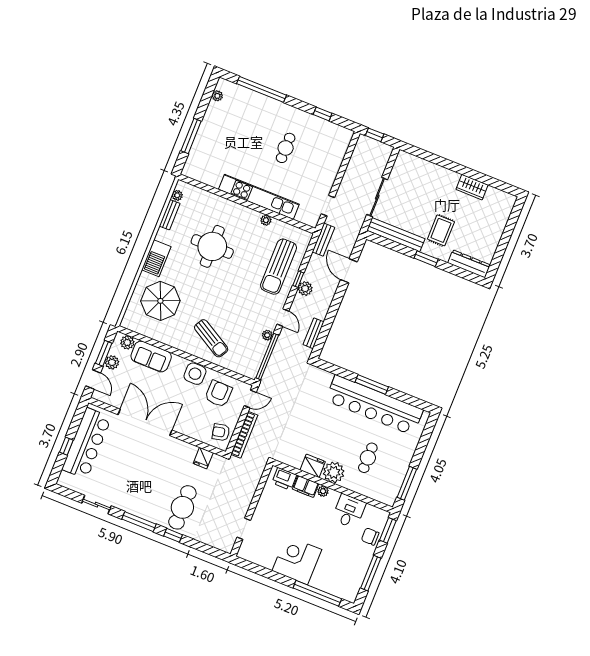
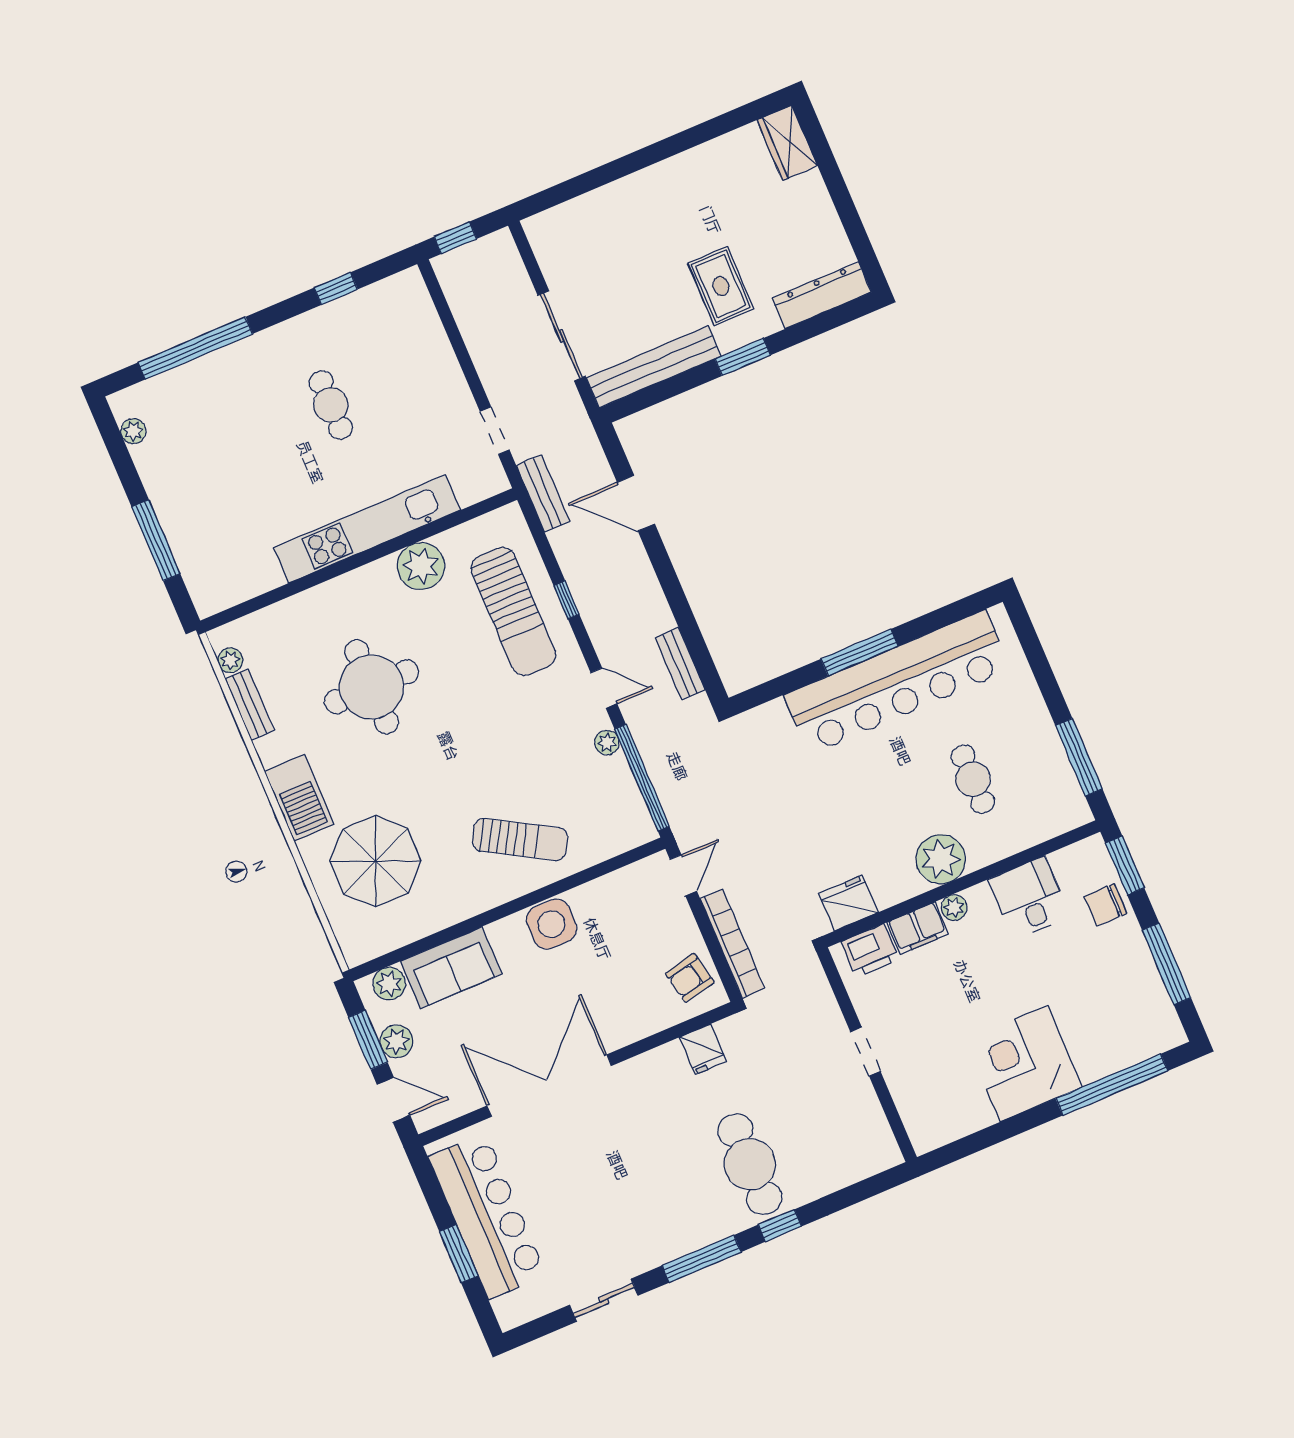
wardrobe: (472, 187) -> (787, 143), moved, turned 90
plant: (266, 220) -> (421, 566), width x1.87, depth x1.87
plant: (305, 289) -> (593, 604), removed
armchair: (219, 394) -> (623, 919), removed
window: (66, 446) -> (459, 1254), width x1.50
fridge: (313, 466) -> (848, 903), moved
doorway: (244, 529) -> (865, 1052), moved

